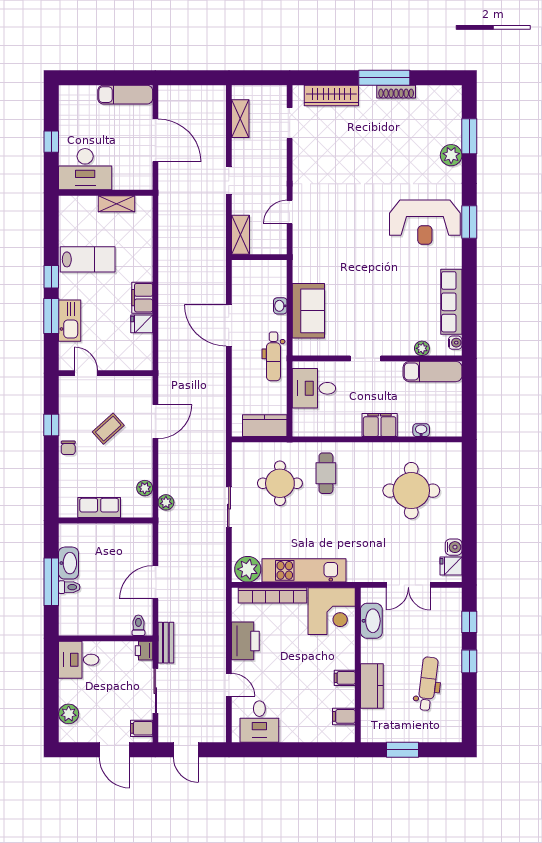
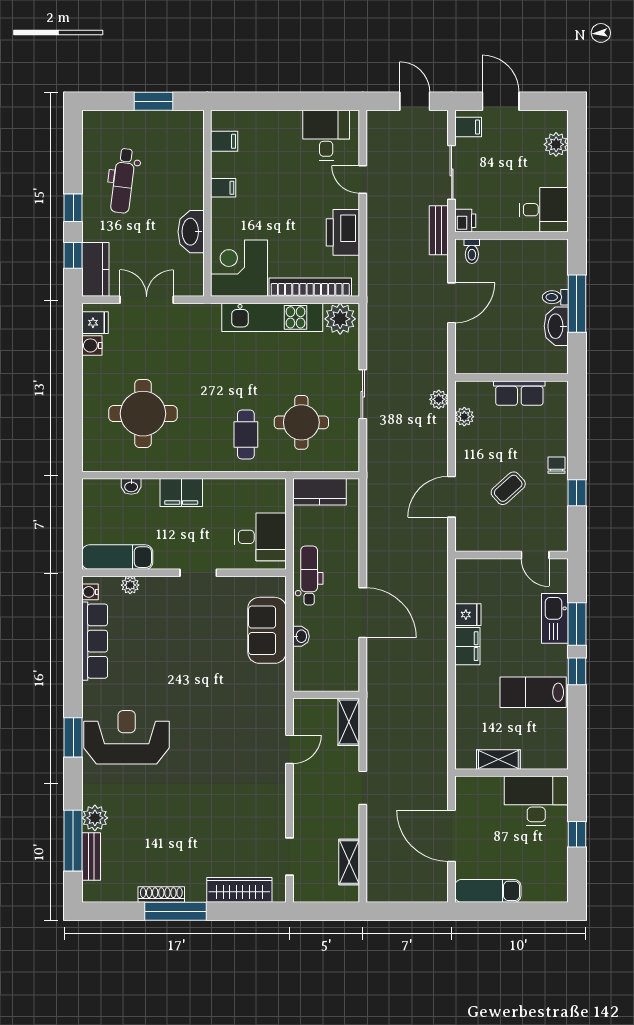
bench: (454, 123) -> (91, 857), added
window: (469, 136) -> (73, 841), width x1.44
washbasin: (371, 621) -> (191, 232), moved
kitchen counter: (372, 686) -> (95, 269), moved, turned 180

